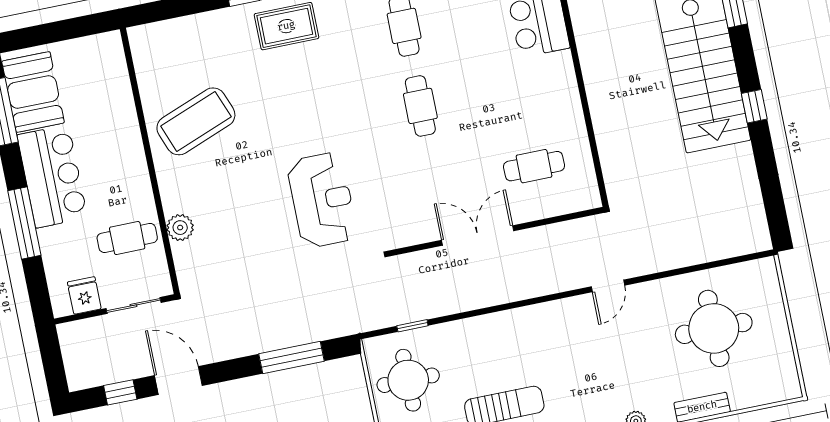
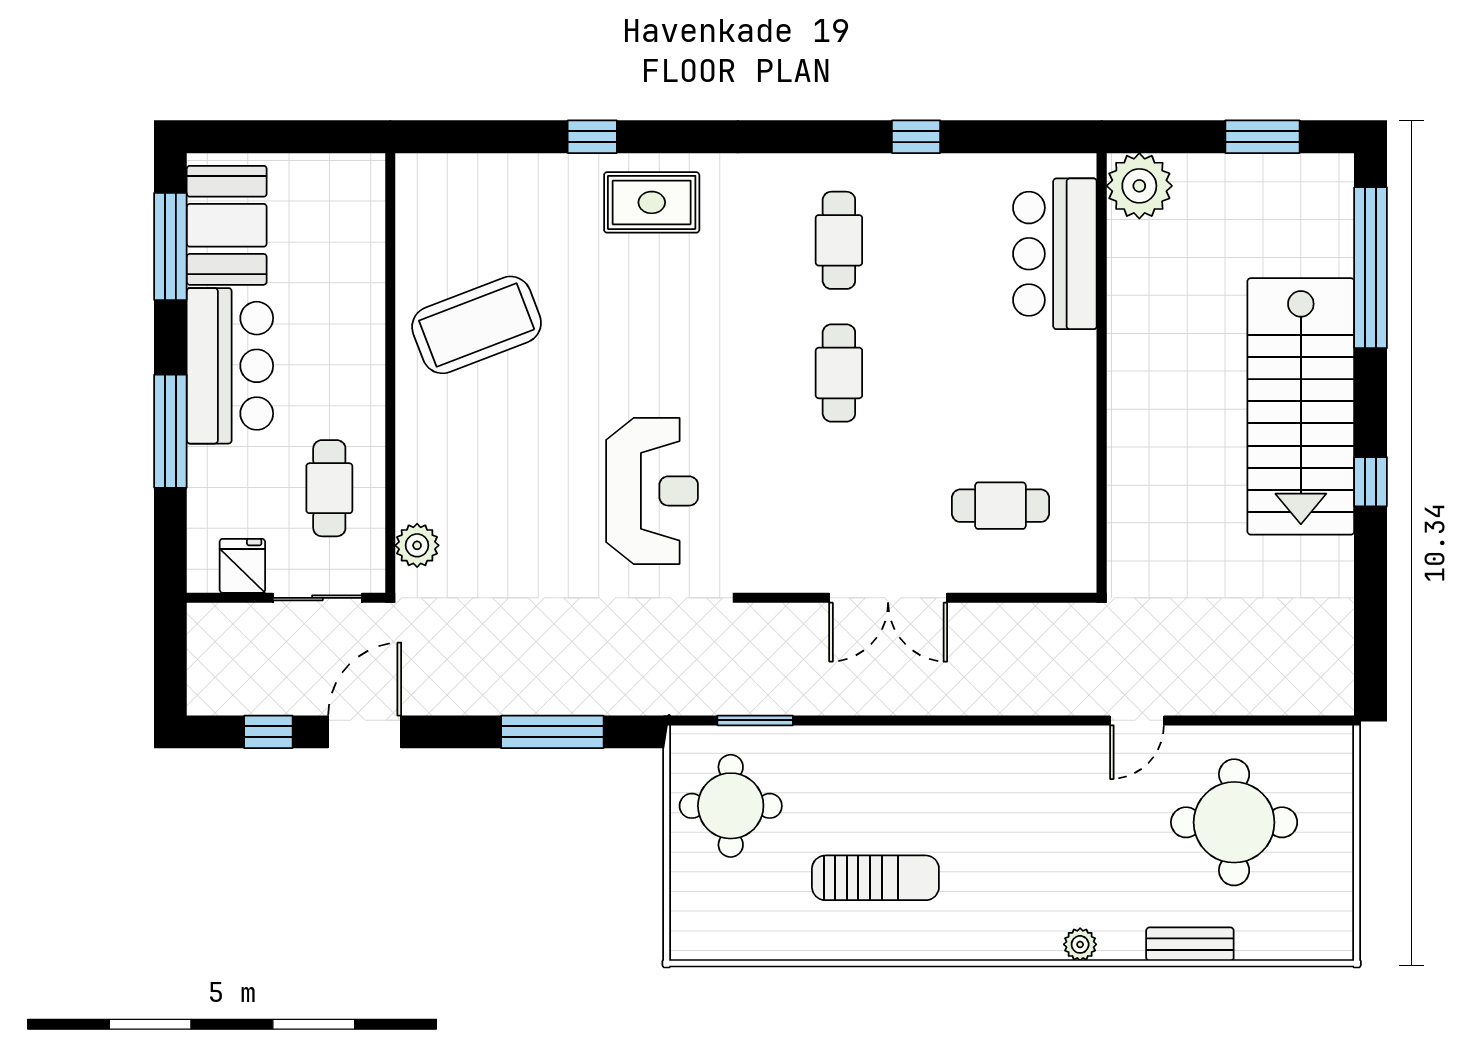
plant: (180, 228) -> (417, 545), moved
double door: (478, 235) -> (888, 598), swing flipped
cafe table: (127, 238) -> (329, 488), turned 90
door: (608, 286) -> (1137, 720), moved
window: (412, 326) -> (755, 720), width x1.50
door: (178, 381) -> (365, 732), hinge flipped

